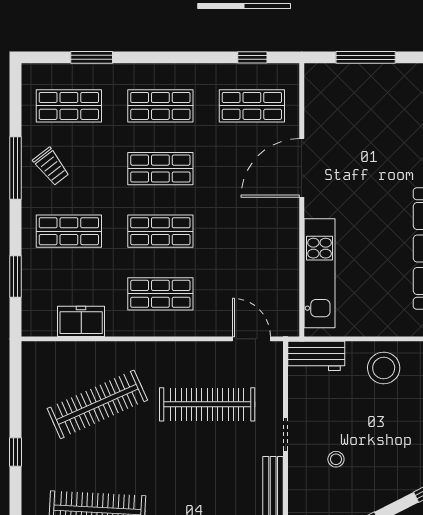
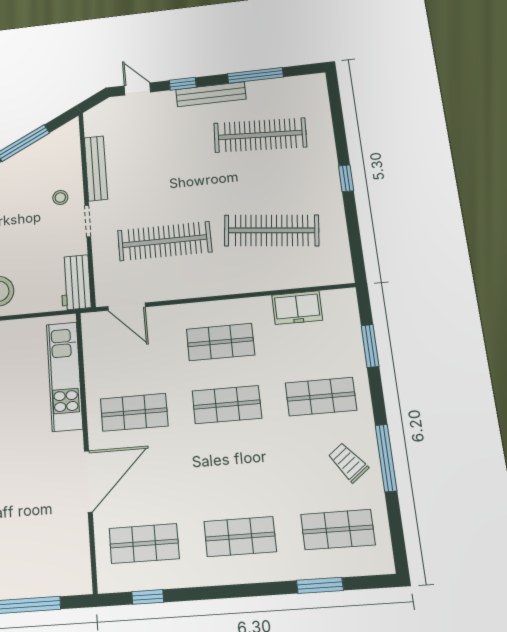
shop shelf: (160, 169) -> (134, 412), moved
workbench: (316, 356) -> (75, 282), moved, turned -90
clothes rail: (97, 404) -> (271, 230), turned 30
stool: (336, 459) -> (60, 197), moved

